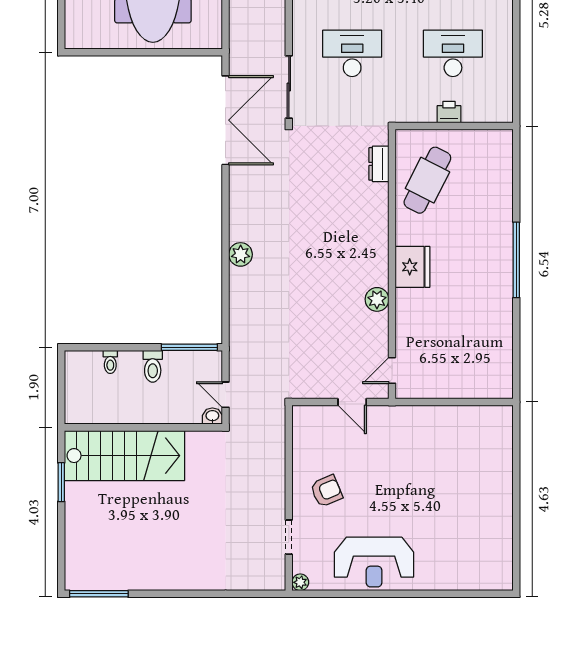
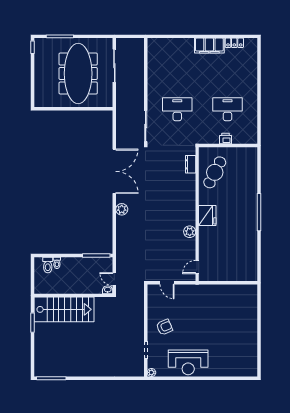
double door: (226, 120) -> (114, 171), moved
toilet: (153, 366) -> (48, 265), moved
door: (352, 402) -> (167, 283), moved

